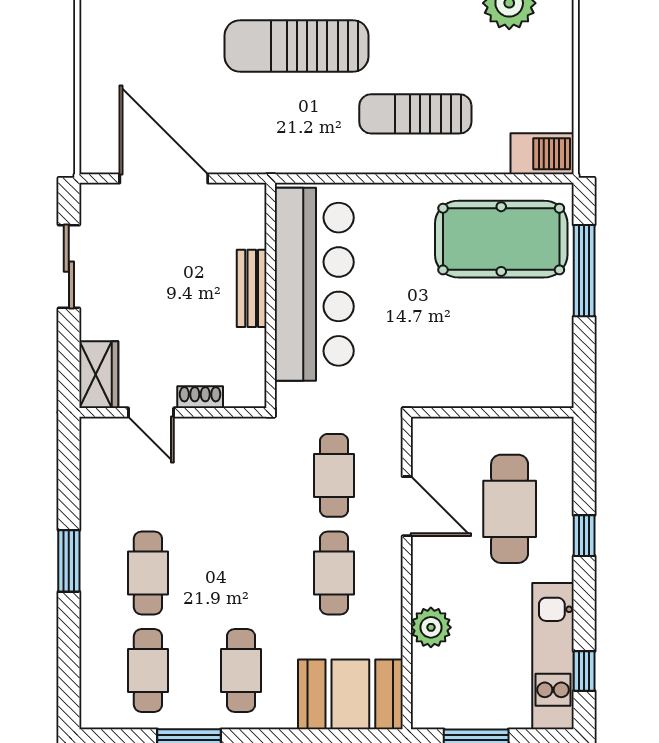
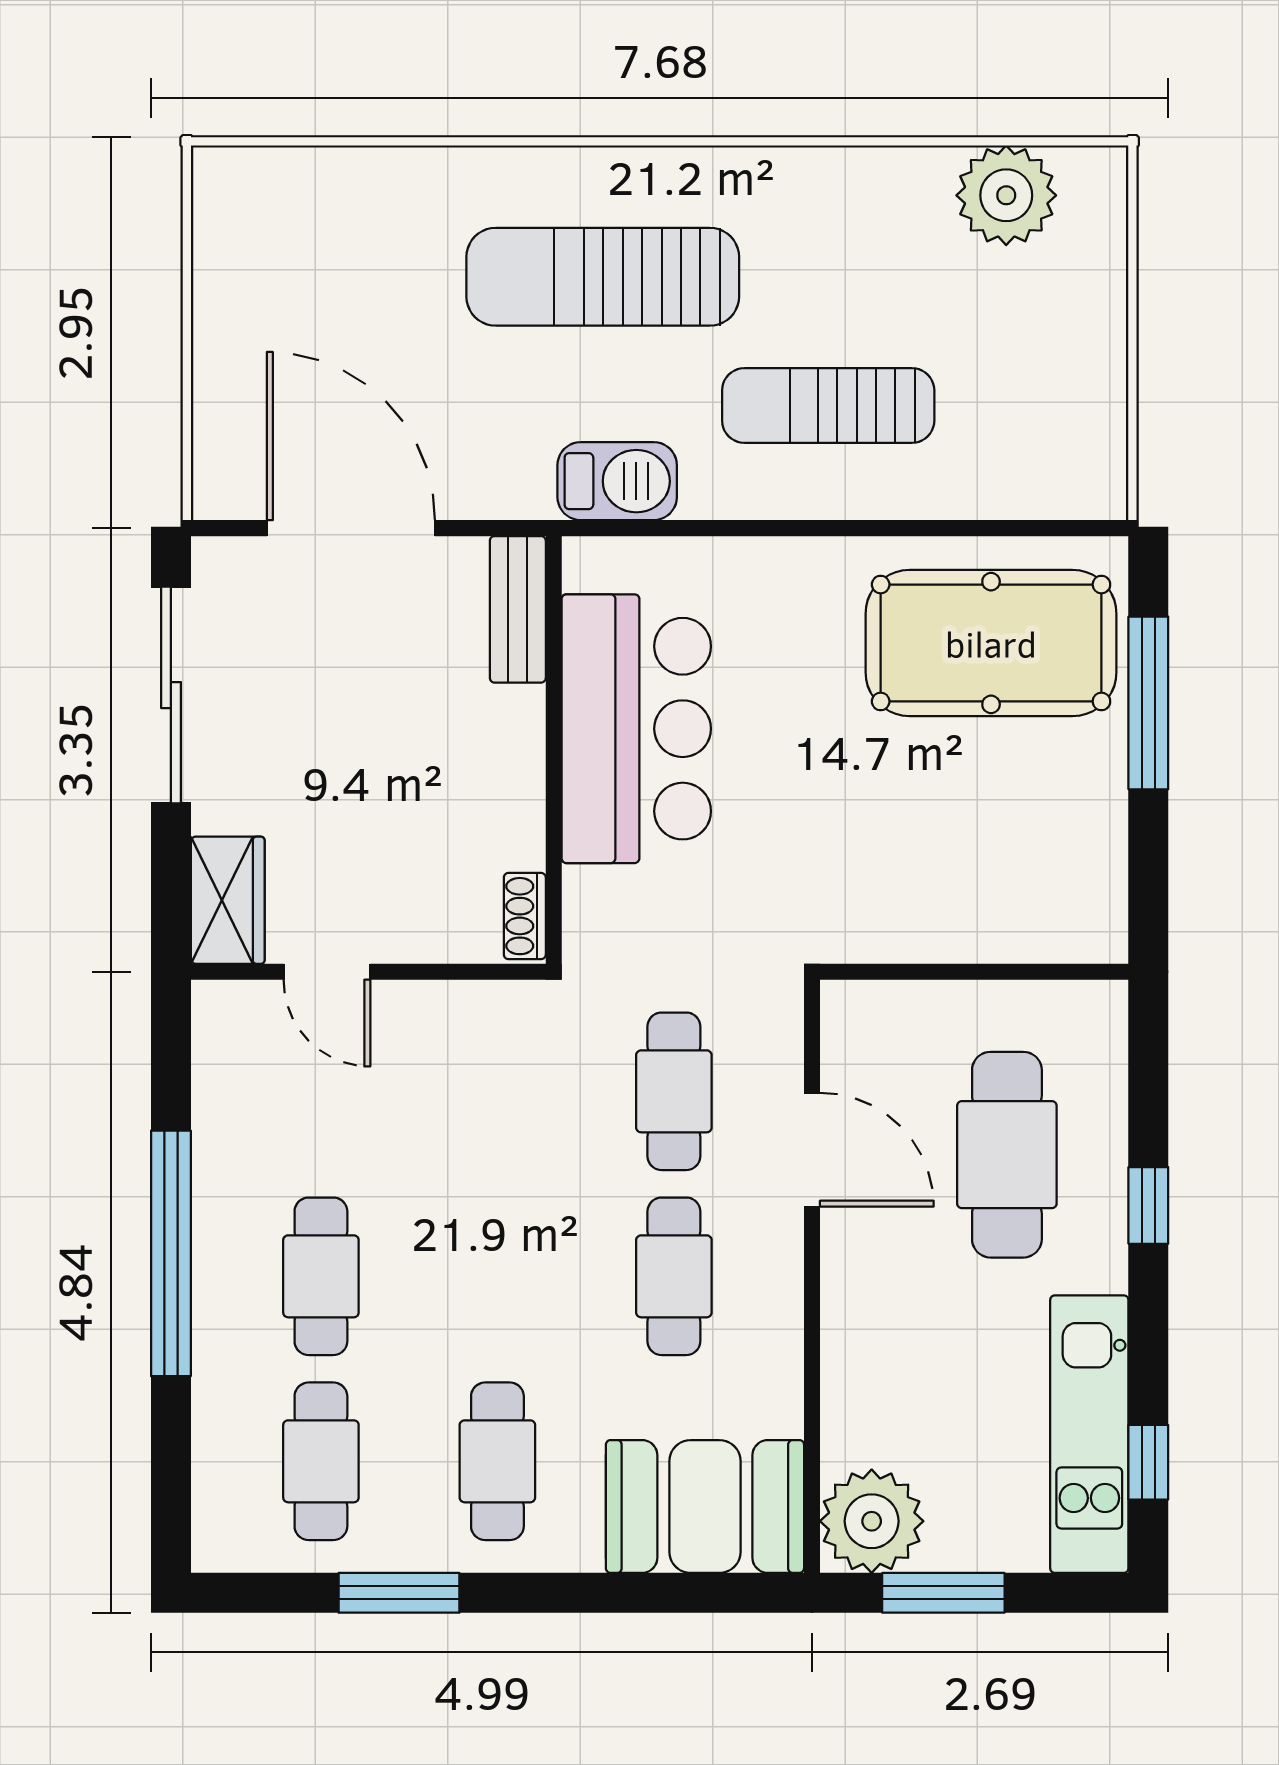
barbecue: (542, 154) -> (617, 481), moved
sliding door: (69, 267) -> (171, 695), width x1.37
bar counter: (314, 284) -> (636, 729), width x0.73
bench: (252, 288) -> (518, 609), moved
shoe rack: (200, 397) -> (525, 916), moved, turned -90
window: (69, 561) -> (171, 1253), width x2.11
plant: (431, 627) -> (872, 1521), moved, width x1.36, depth x1.36

